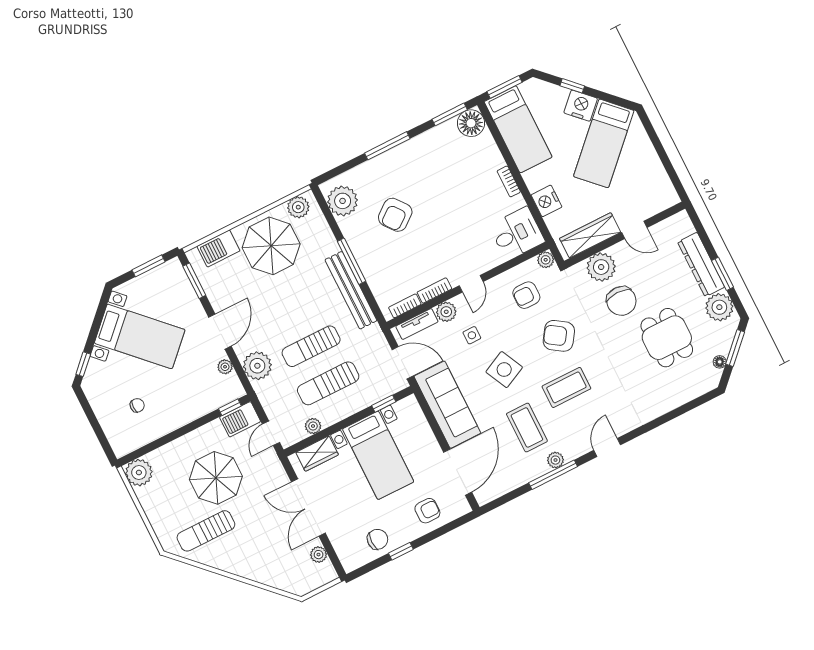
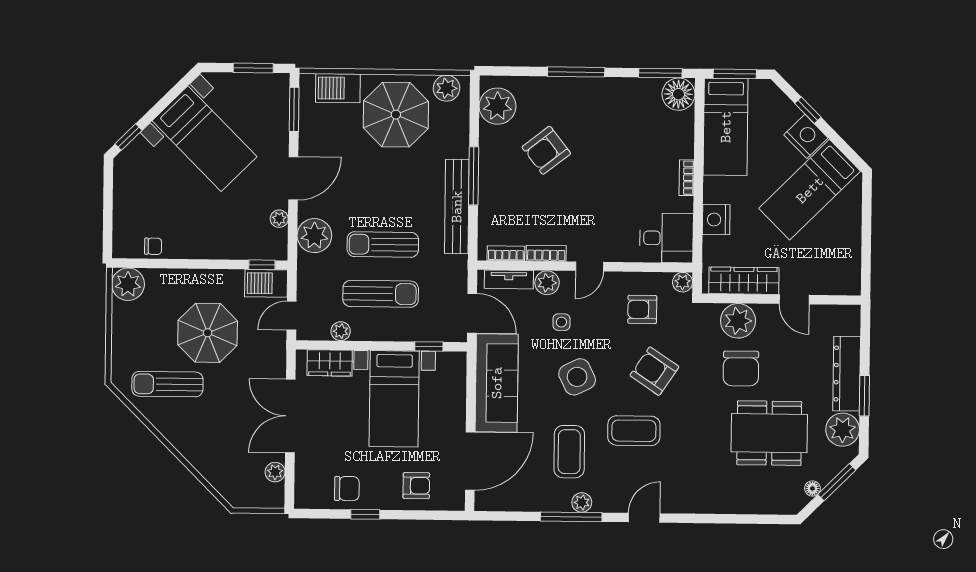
dining table: (667, 338) -> (769, 433), width x1.38
sun lounger: (328, 383) -> (381, 294), turned 180
chair: (137, 405) -> (153, 246), moved

